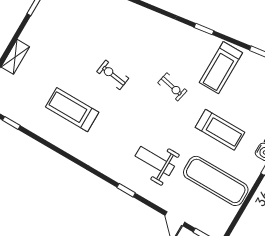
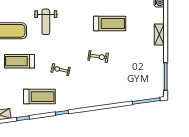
treadmill: (221, 68) -> (39, 97), turned 90
weight bench: (155, 161) -> (46, 22), turned 90

